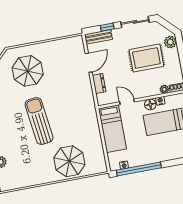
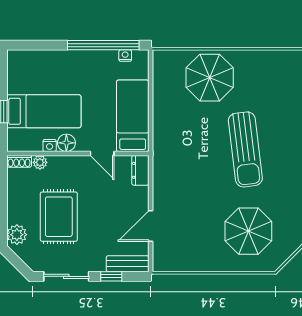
rug: (146, 58) -> (59, 217), turned 90
dresser: (99, 83) -> (140, 170), moved

